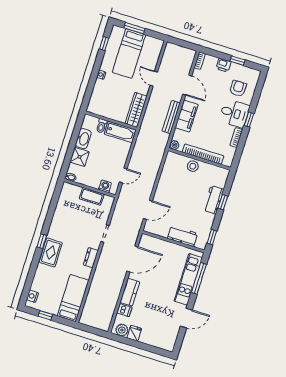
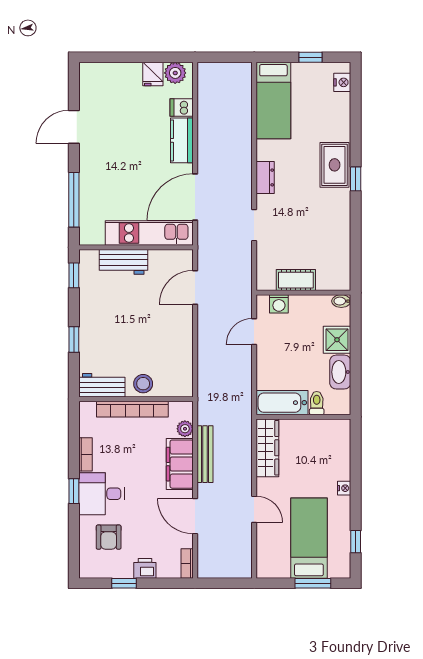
plant: (174, 145) -> (185, 429), moved
workbench: (214, 200) -> (102, 385), moved, turned -90
kitchen unit: (188, 279) -> (149, 233), moved, turned -90

